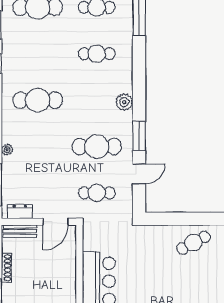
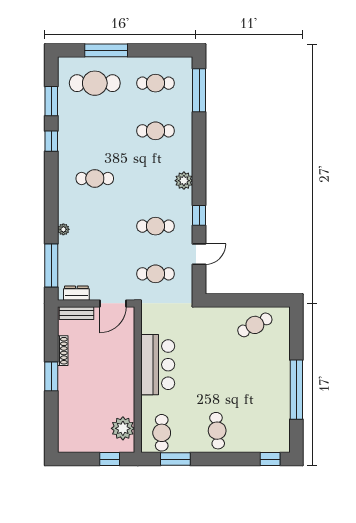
cafe table: (38, 100) -> (95, 178), width x0.73, depth x0.74
window: (139, 136) -> (199, 215), width x0.67
cafe table: (97, 147) -> (155, 226), width x0.73, depth x0.74

